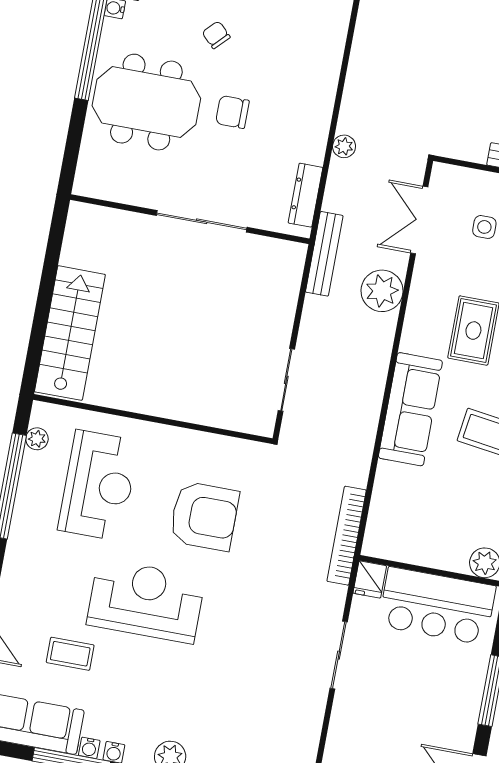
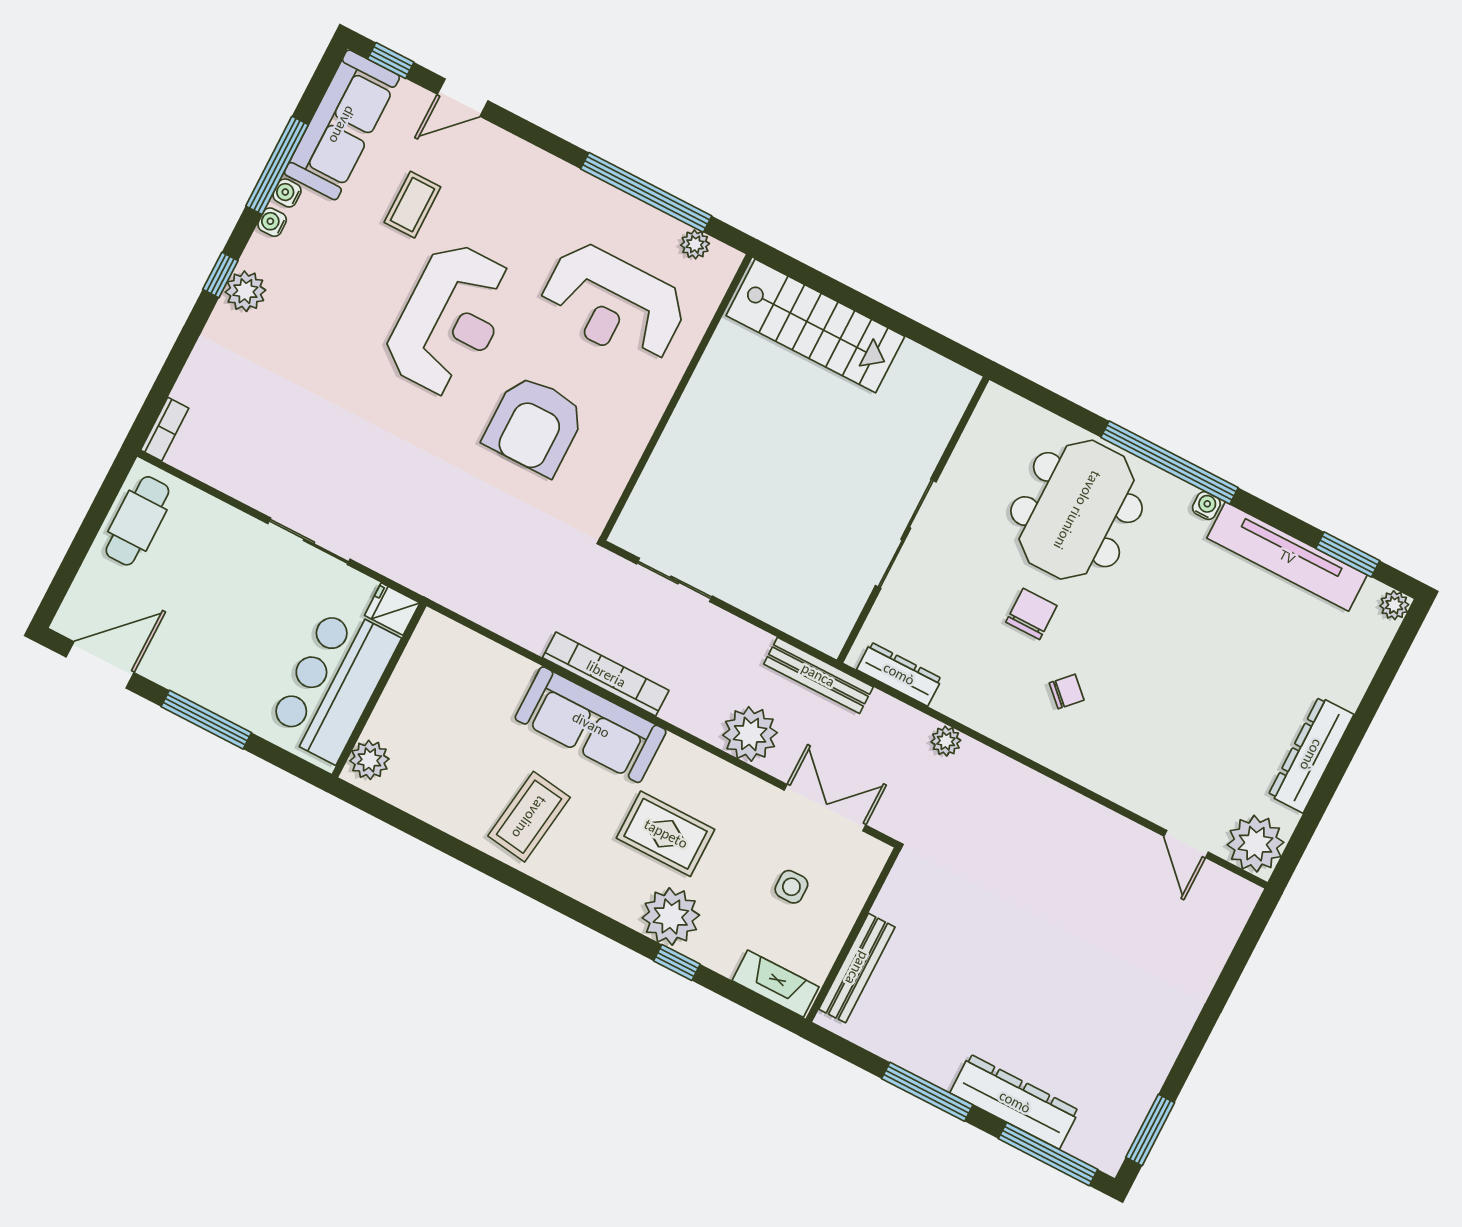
chair: (216, 35) -> (1067, 691), moved
bookcase: (347, 536) -> (606, 674), moved

